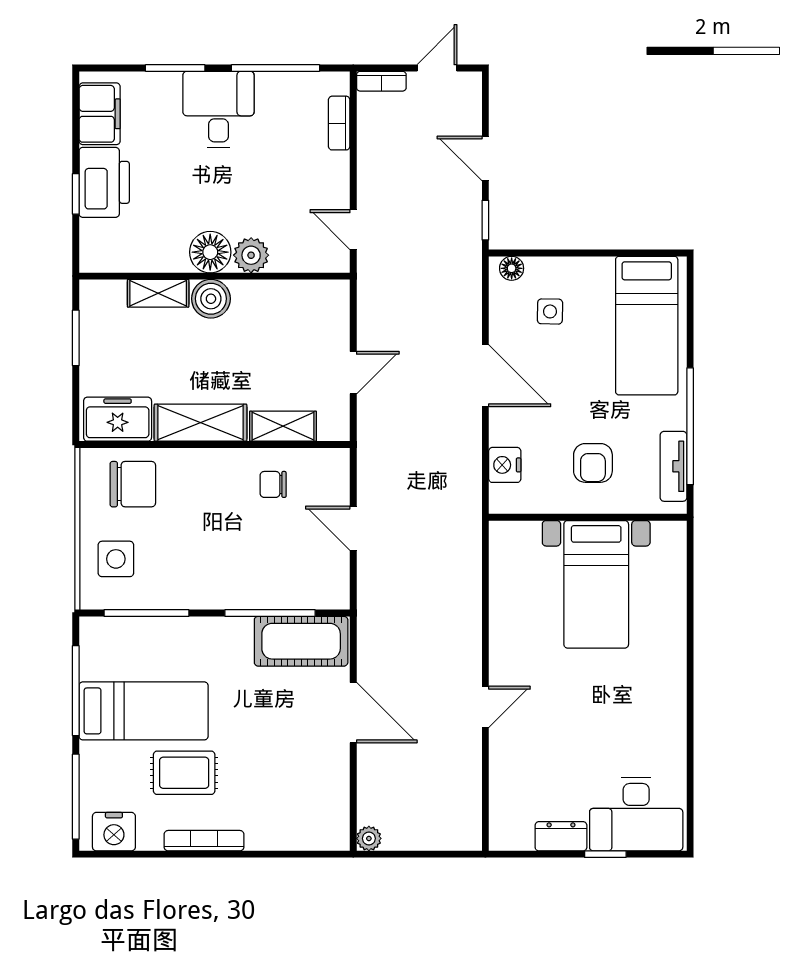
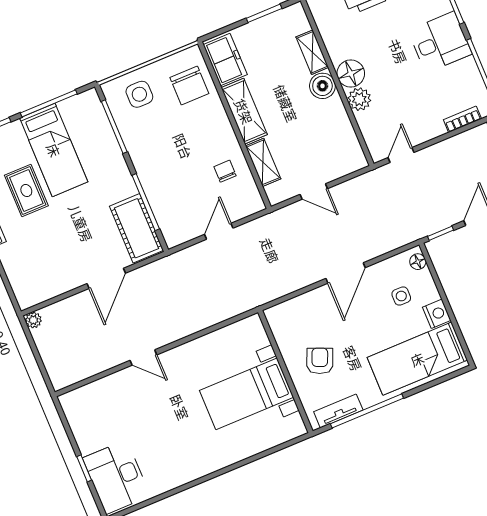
armchair: (593, 463) -> (320, 361), turned 113
nightstand: (505, 465) -> (437, 314), moved, turned 90
dresser: (561, 836) -> (84, 437), removed

